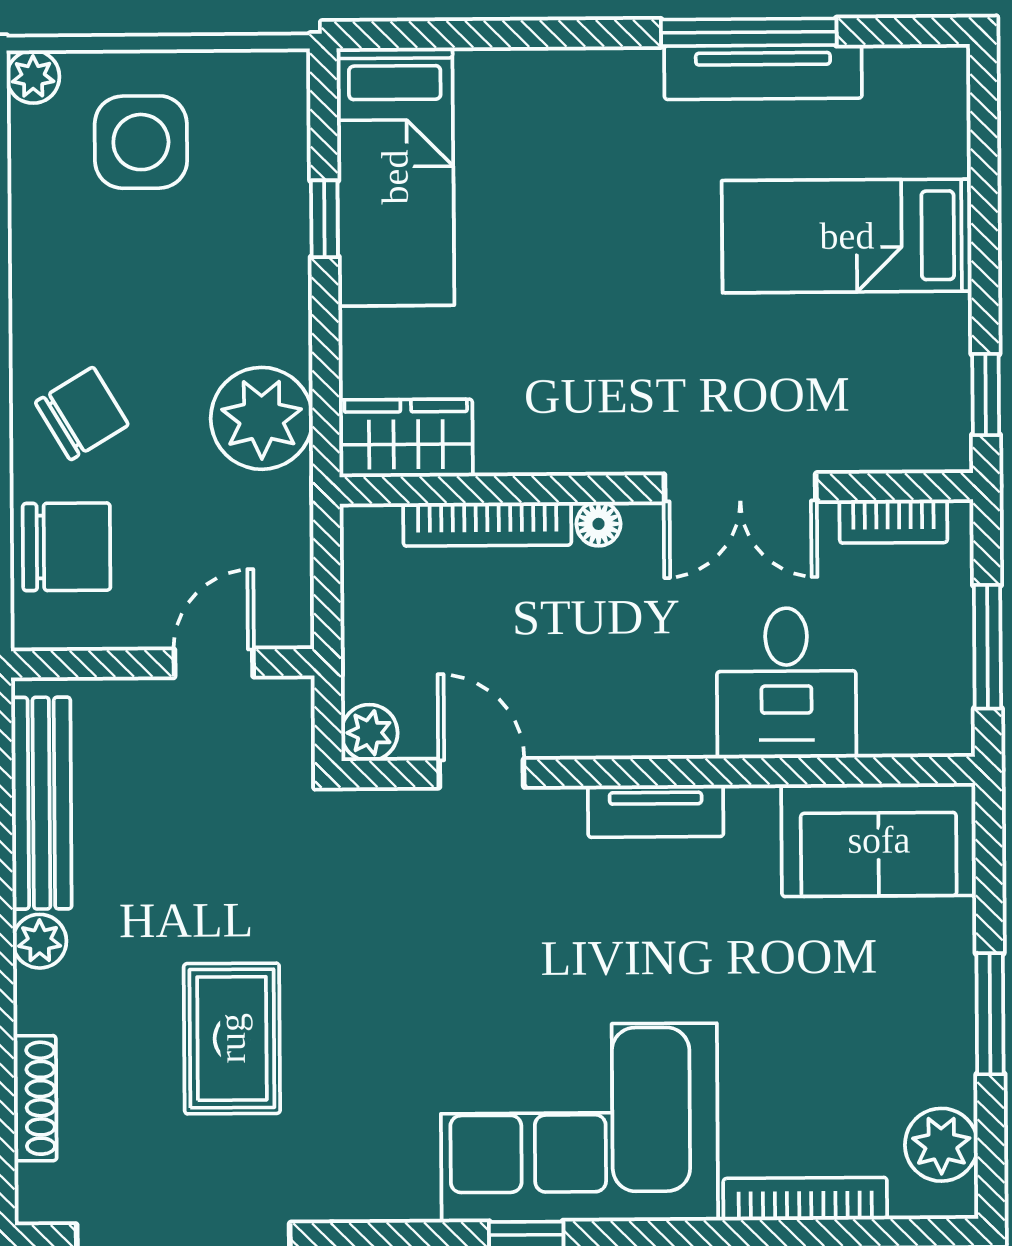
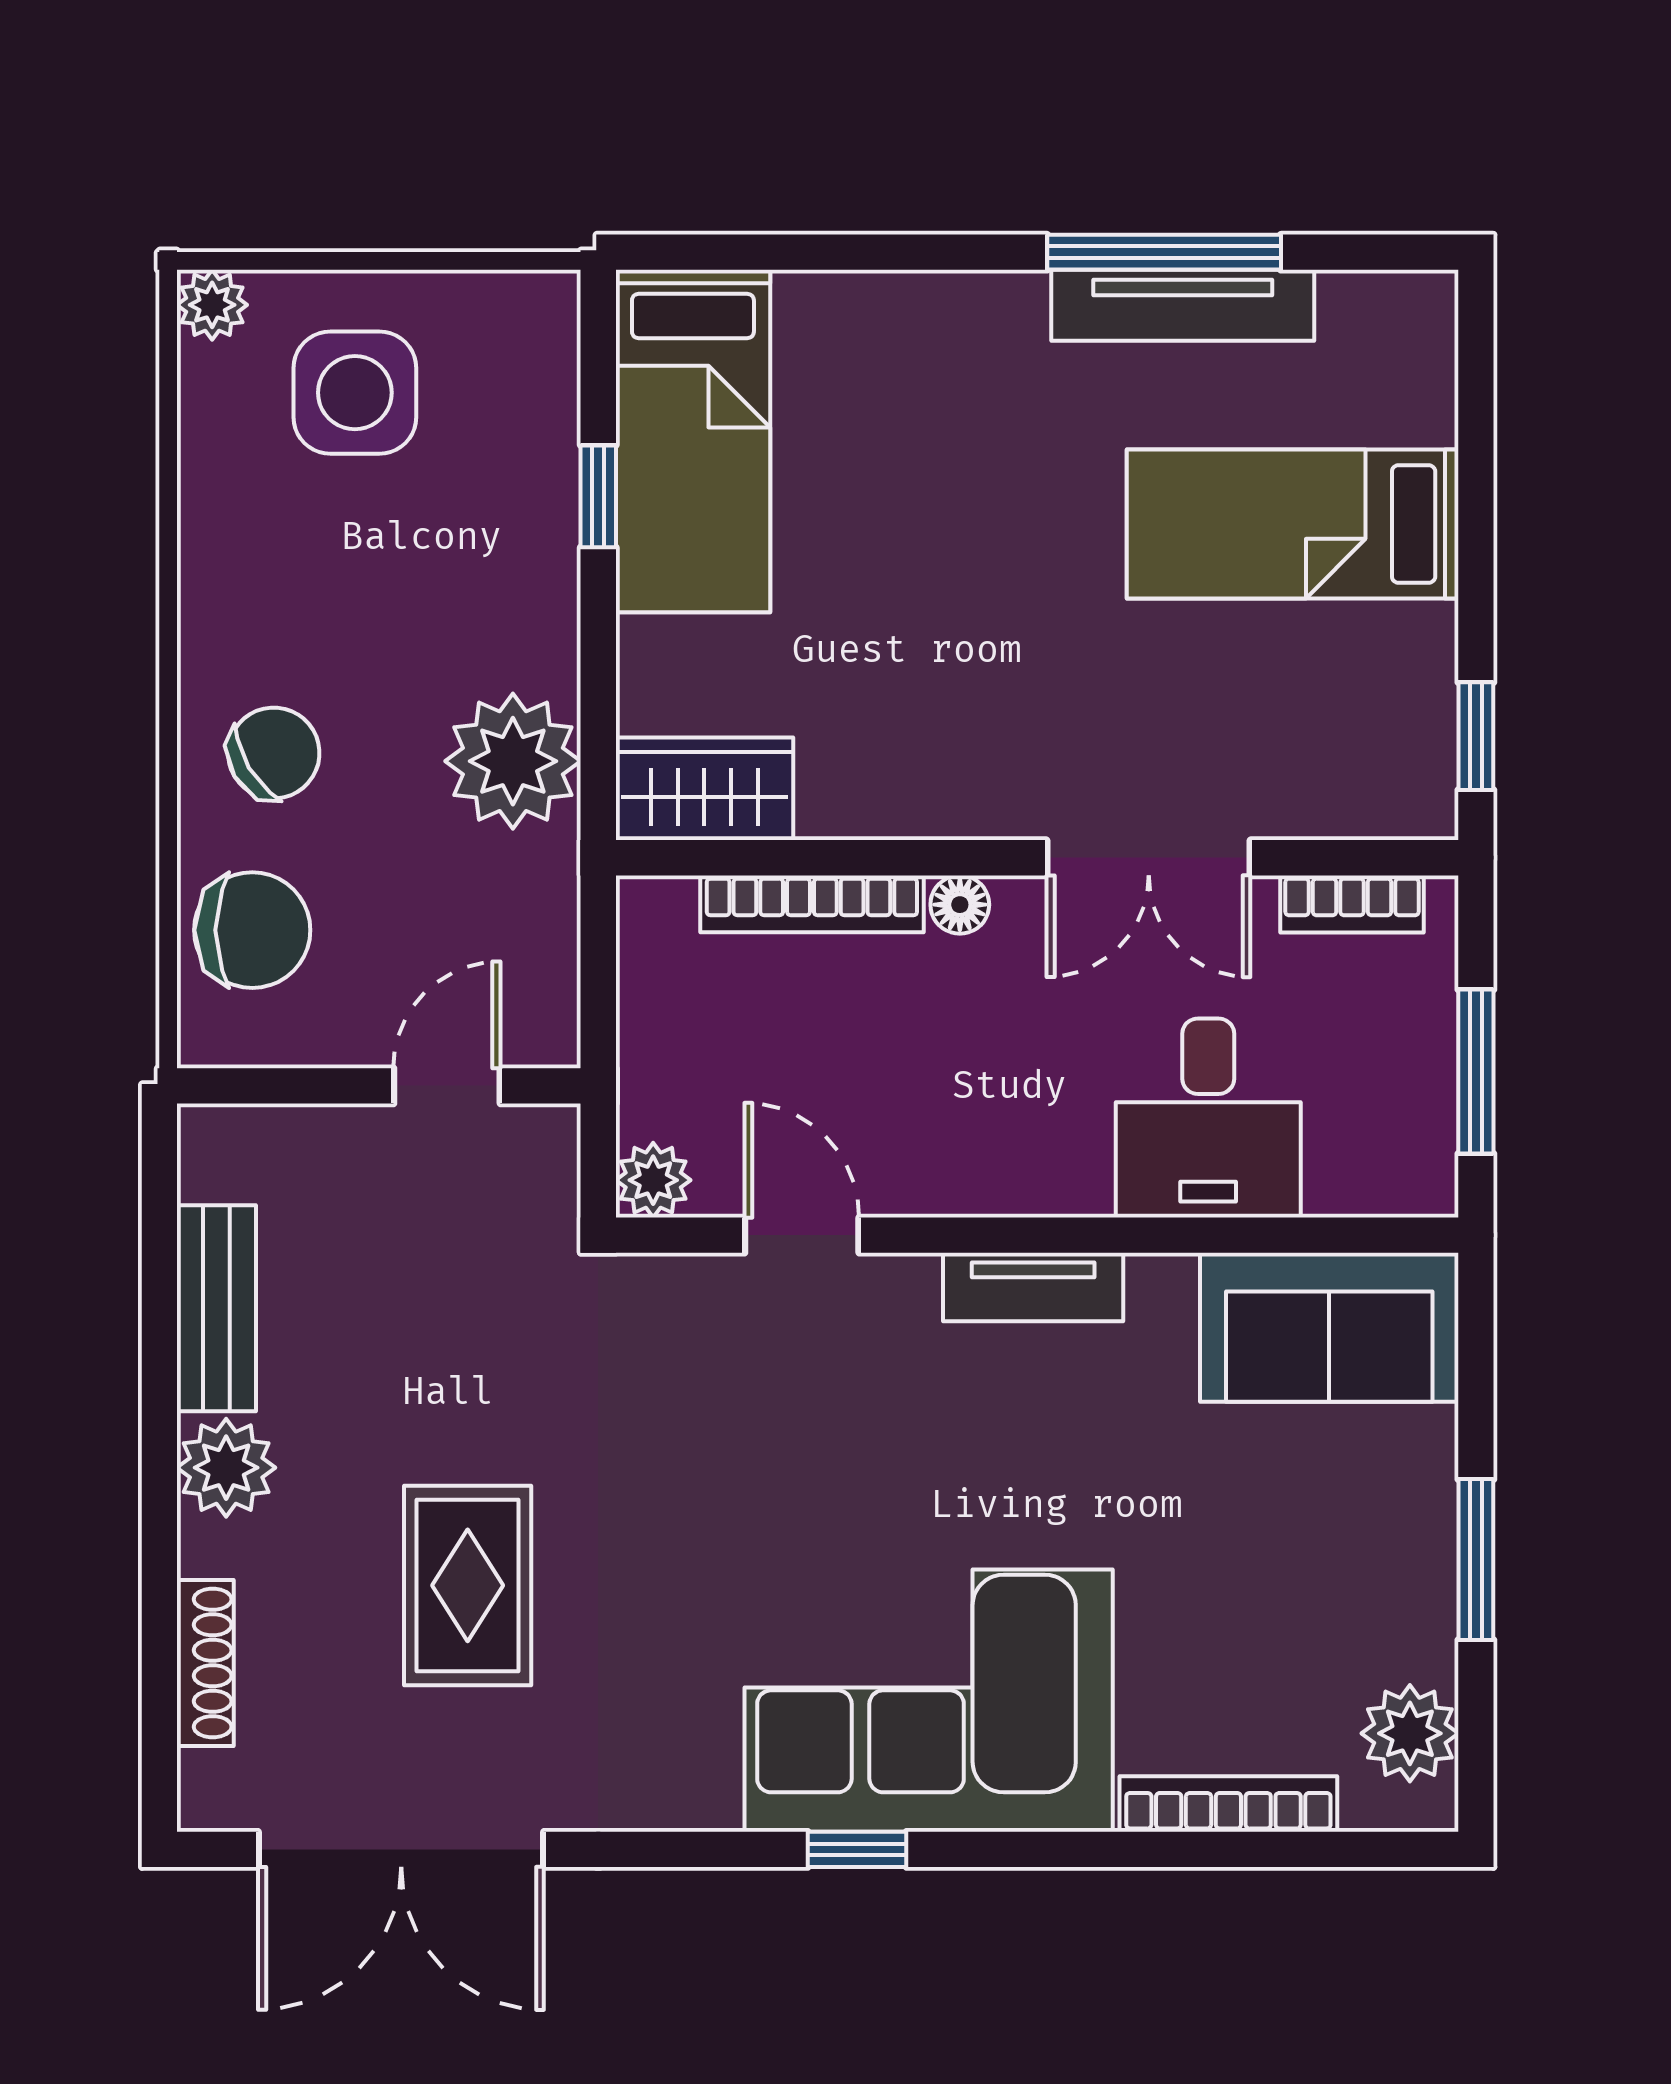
bench: (41, 803) -> (216, 1308), width x0.73
plant: (40, 941) -> (226, 1468), width x1.38, depth x1.38

